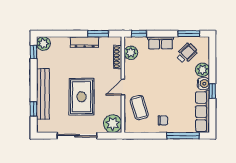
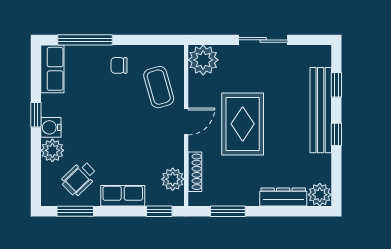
dresser: (85, 42) -> (283, 197), moved
window: (34, 52) -> (336, 134), moved
rug: (82, 97) -> (243, 124), moved
row of seats: (202, 112) -> (52, 69), width x0.68
sliding door: (77, 136) -> (263, 40), width x0.73

